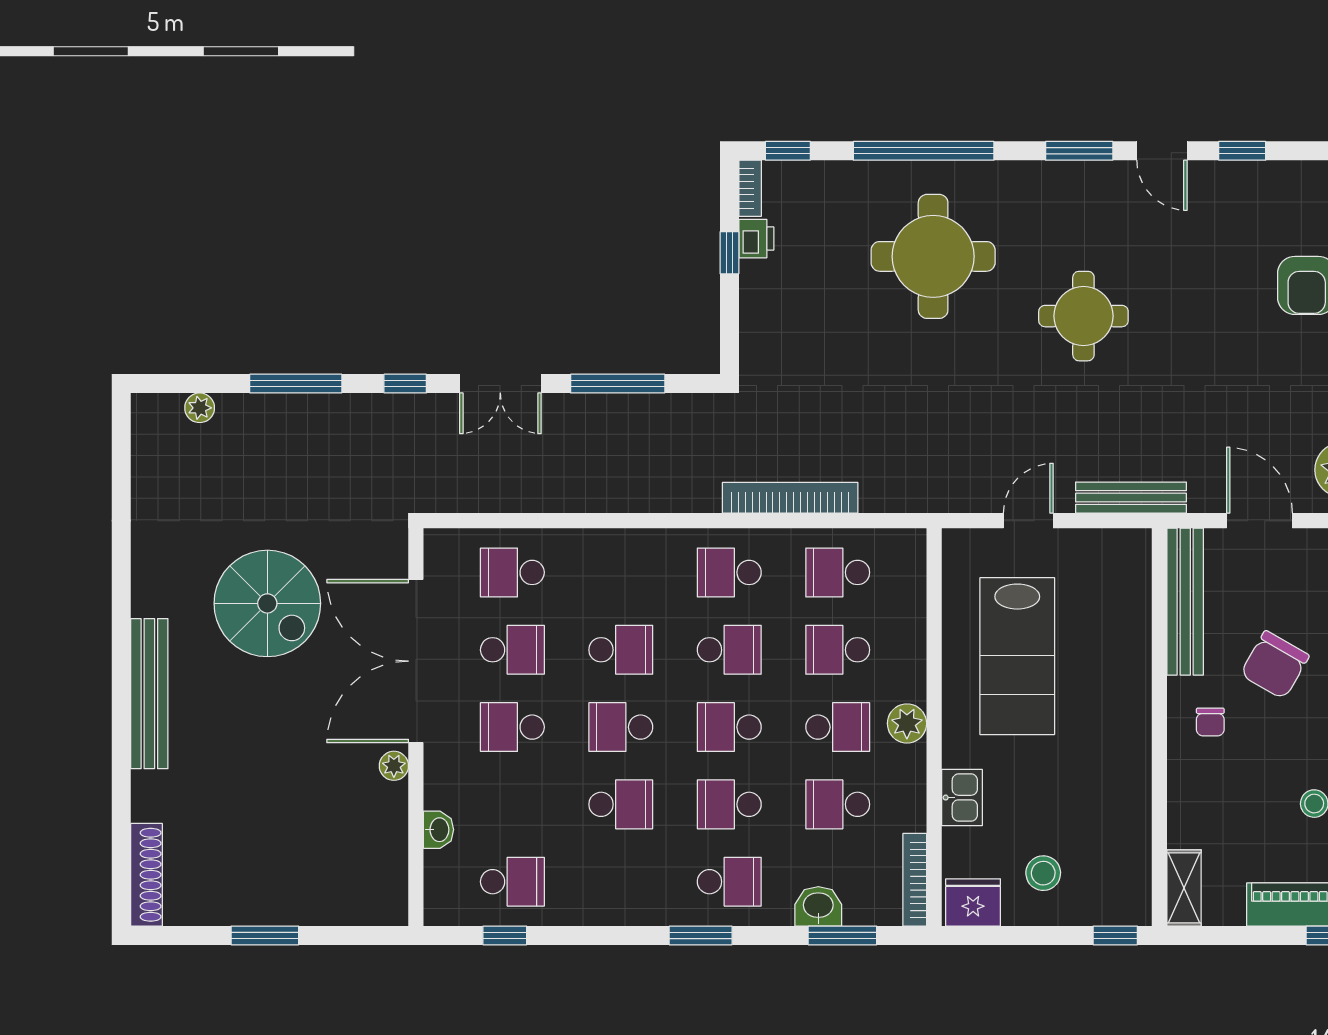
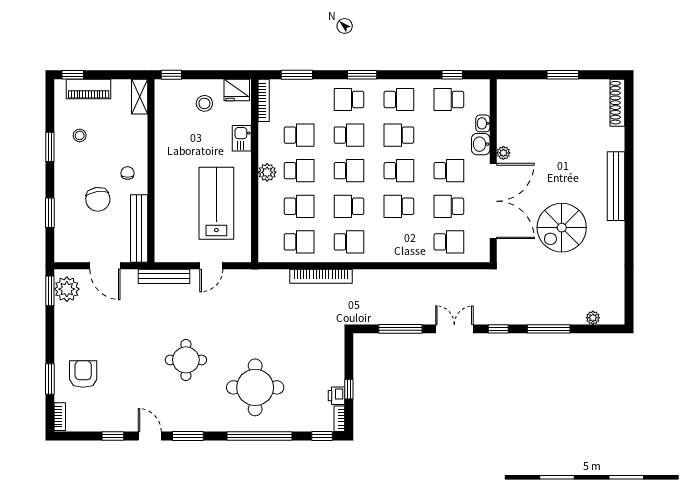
spiral stairs: (267, 603) -> (562, 228), turned -90
chair: (1275, 665) -> (98, 199), turned 142
school desk: (838, 727) -> (299, 171), turned 180
school desk: (621, 882) -> (399, 100), added
washbasin: (818, 906) -> (481, 144), moved, turned 90

